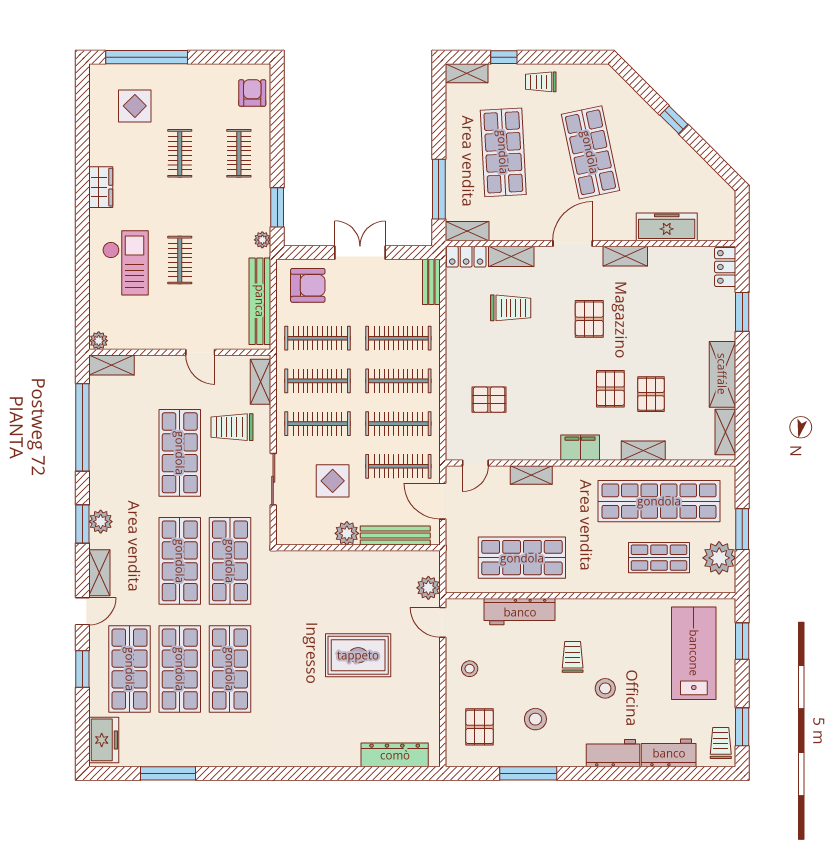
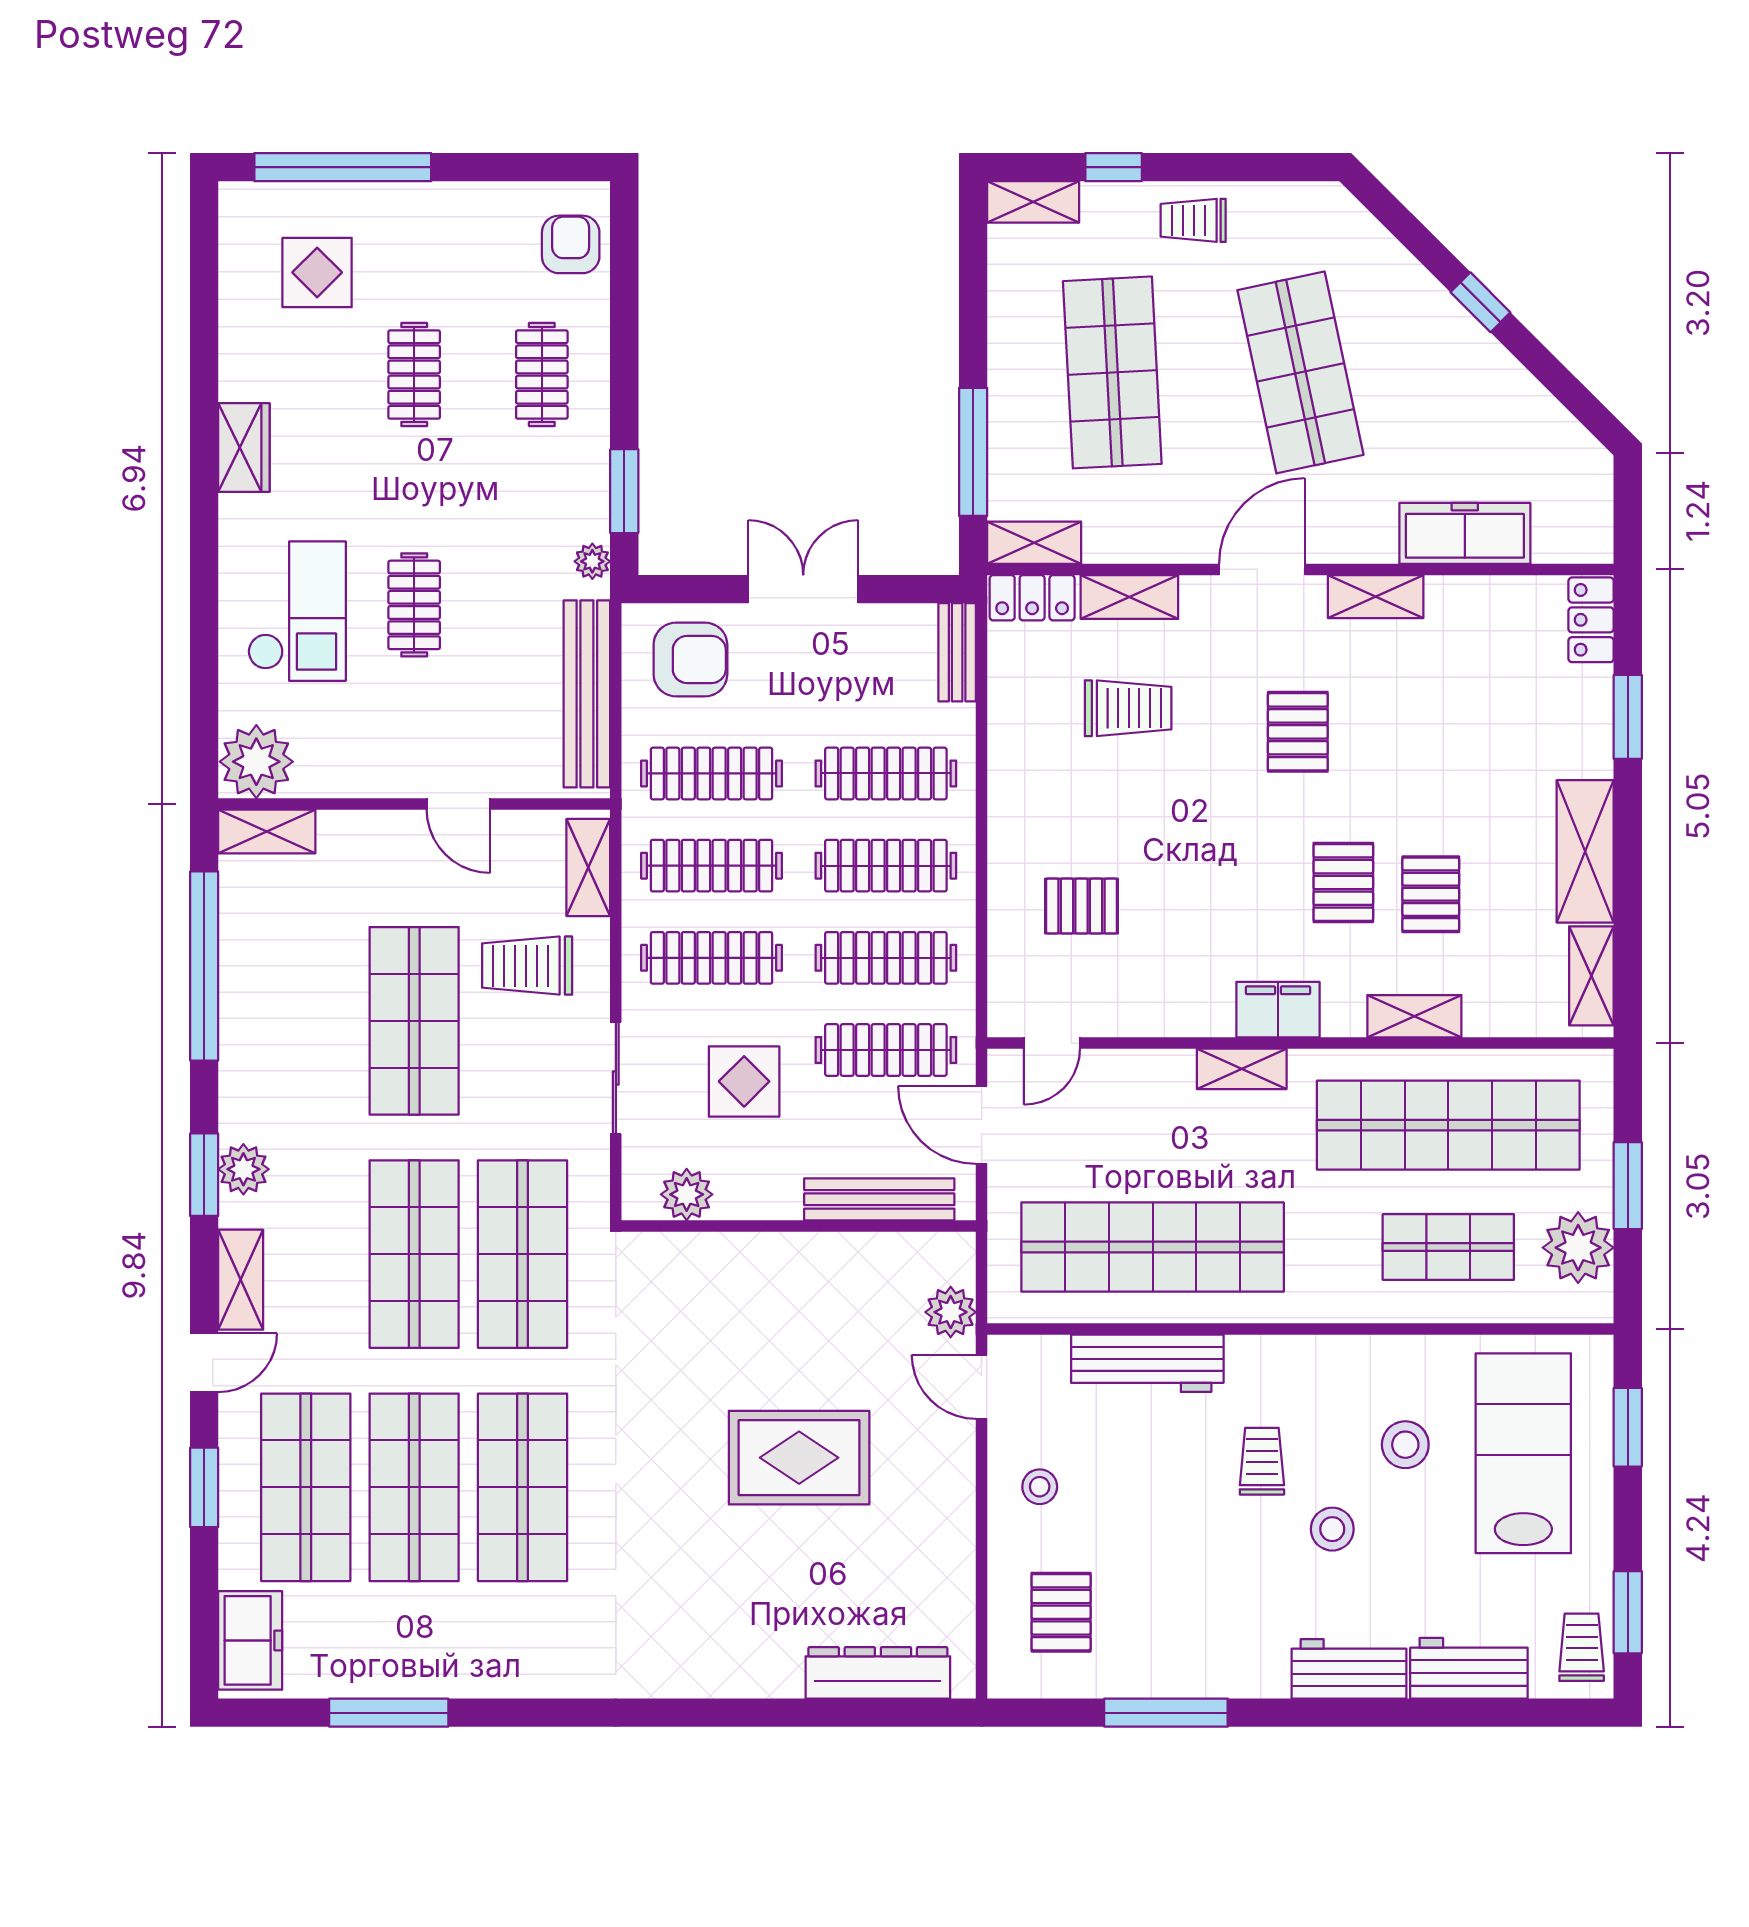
plant: (99, 341) -> (256, 762), width x1.88, depth x1.88
shelving: (531, 475) -> (1242, 1069), moved
plant: (347, 533) -> (687, 1194), moved
shop shelf: (522, 558) -> (1153, 1247), width x1.40
stool: (535, 719) -> (1405, 1445), moved

